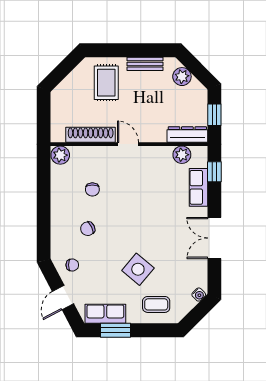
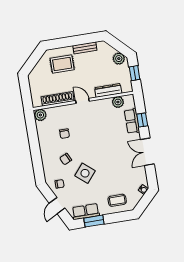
plant: (182, 77) -> (119, 59), moved
rug: (106, 83) -> (62, 64), turned 90
dresser: (187, 135) -> (108, 90), moved
window: (214, 172) -> (142, 120), moved
side table: (138, 269) -> (85, 173), moved

